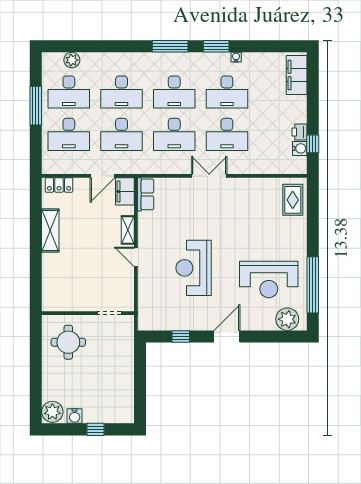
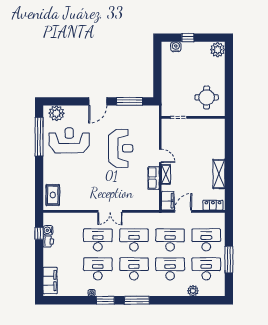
plant: (72, 60) -> (193, 291), moved
row of seats: (146, 194) -> (154, 178), moved
window: (181, 336) -> (130, 101), width x2.17
water cooler: (75, 416) -> (176, 47), moved

